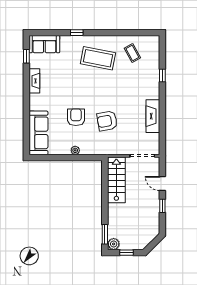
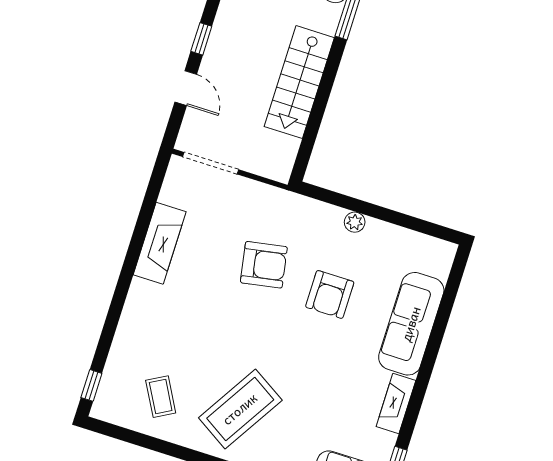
coffee table: (98, 58) -> (240, 409), turned -69
window: (162, 75) -> (91, 385), moved
sofa: (38, 133) -> (411, 324), moved
stairs: (116, 180) -> (299, 82), moved

